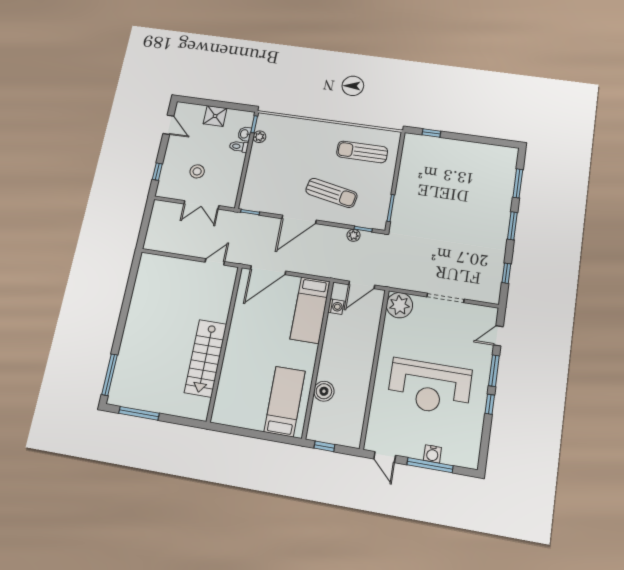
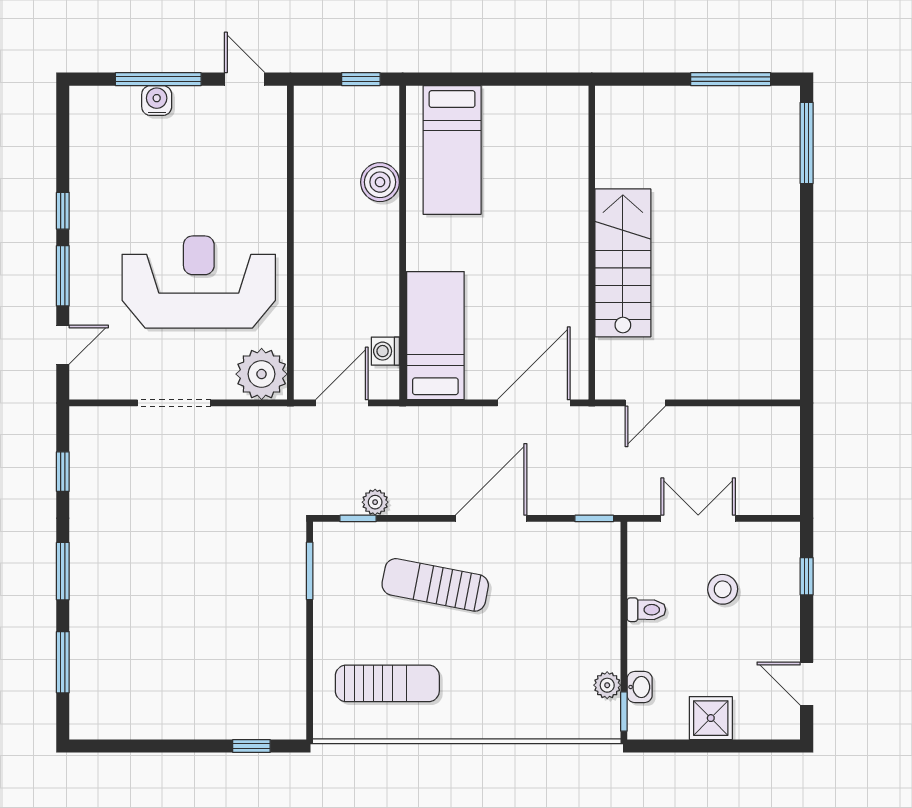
toilet: (239, 147) -> (646, 610), moved
stairs: (206, 358) -> (623, 263), moved
reception desk: (429, 387) -> (199, 282), moved

